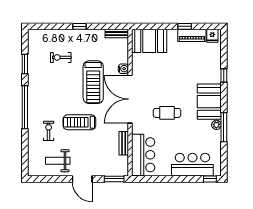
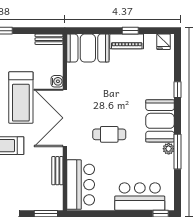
piano: (192, 35) -> (127, 41), moved

